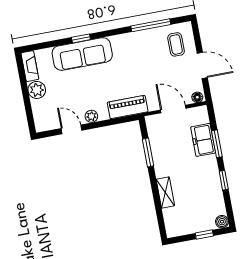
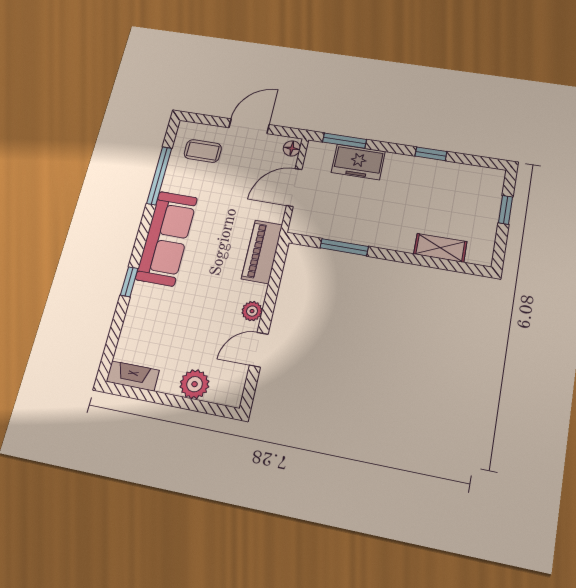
sofa: (82, 54) -> (167, 238), moved
plant: (37, 90) -> (195, 384), moved
window: (217, 144) -> (344, 141), moved
shelving: (165, 192) -> (440, 248), moved
boiler: (222, 222) -> (495, 178), removed

